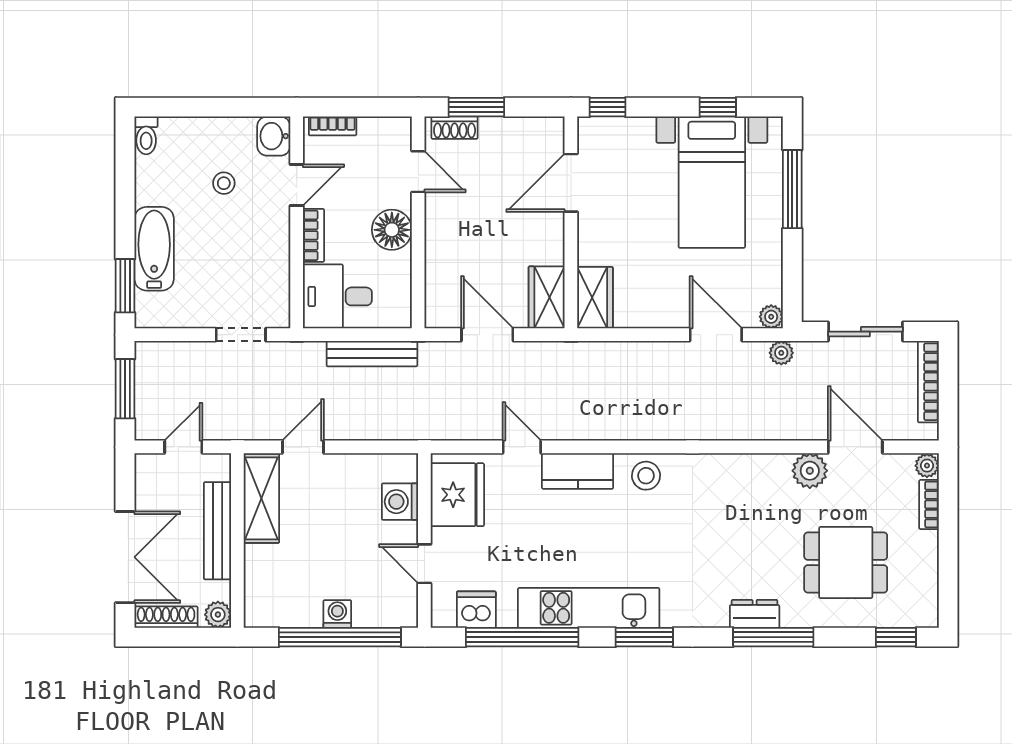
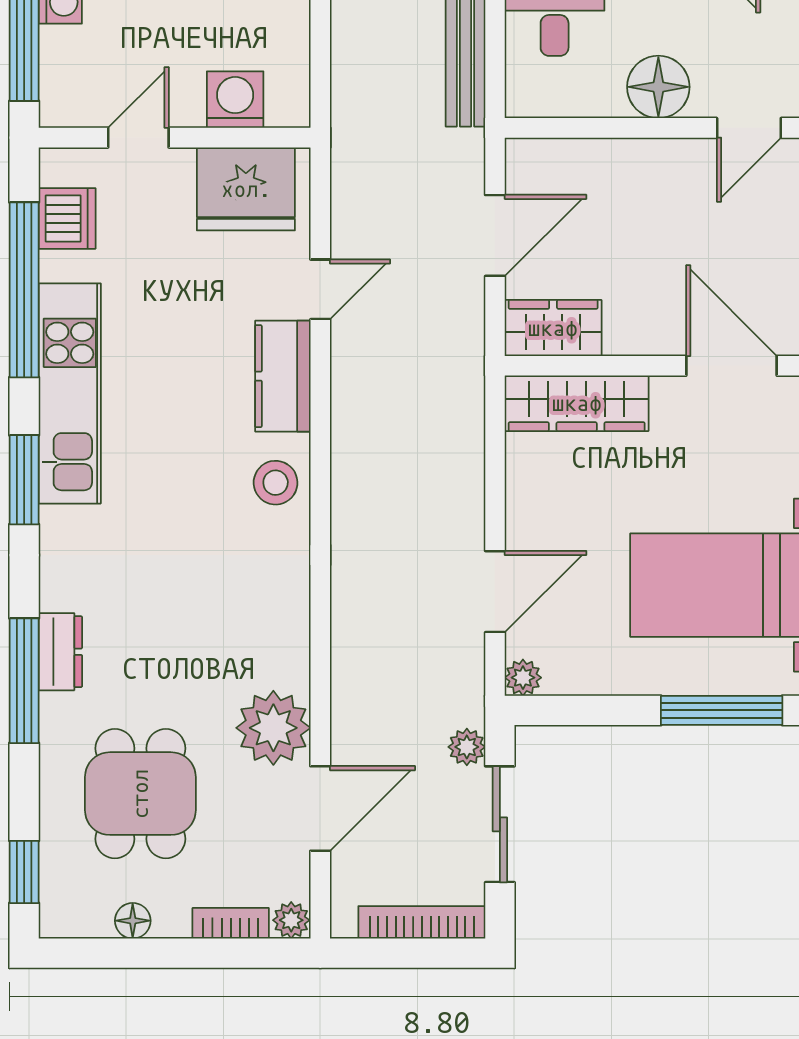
wardrobe: (595, 298) -> (577, 403), width x1.50
plant: (781, 353) -> (467, 747), moved
plant: (810, 471) -> (273, 728), width x1.36, depth x1.36
floor lamp: (927, 567) -> (133, 921), added

